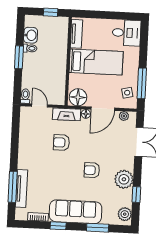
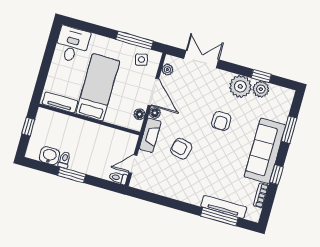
floor lamp: (78, 97) -> (139, 114), width x0.53, depth x0.53
armchair: (61, 142) -> (181, 149), turned 102
plant: (125, 214) -> (261, 89), moved

